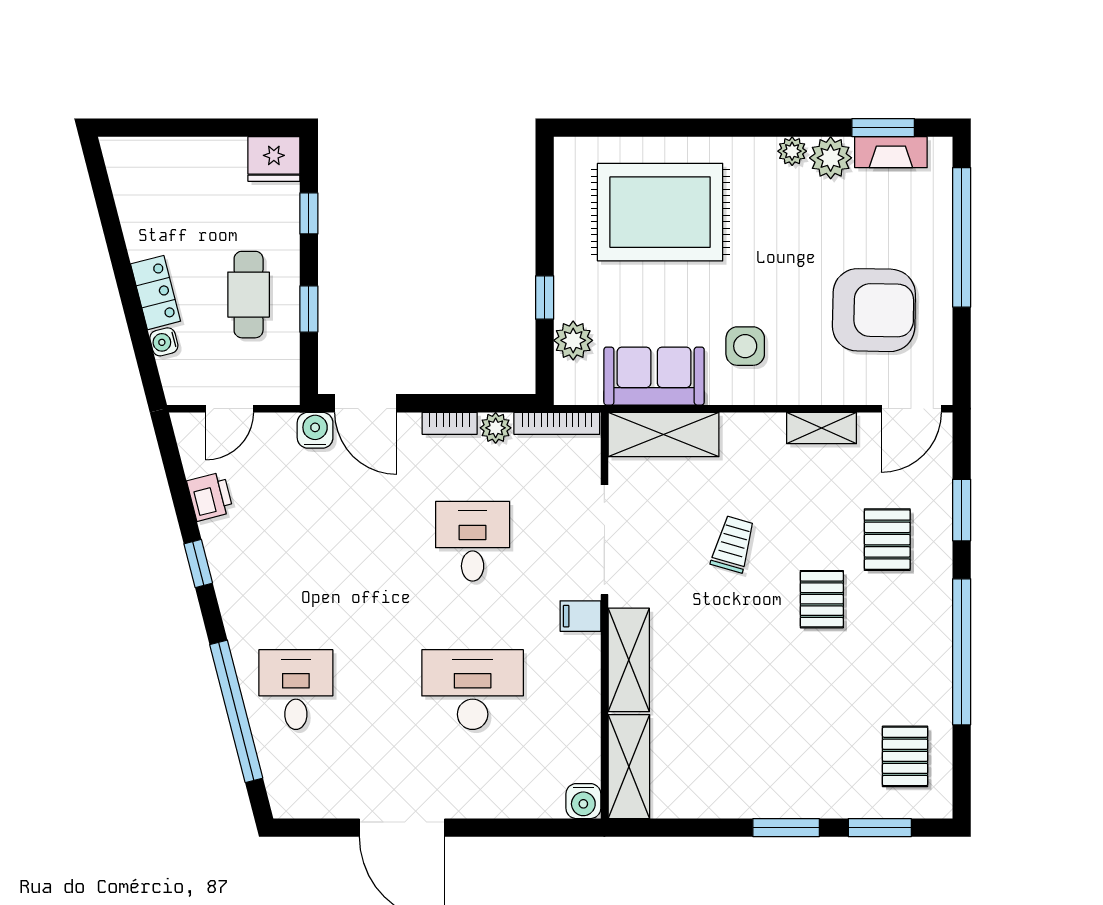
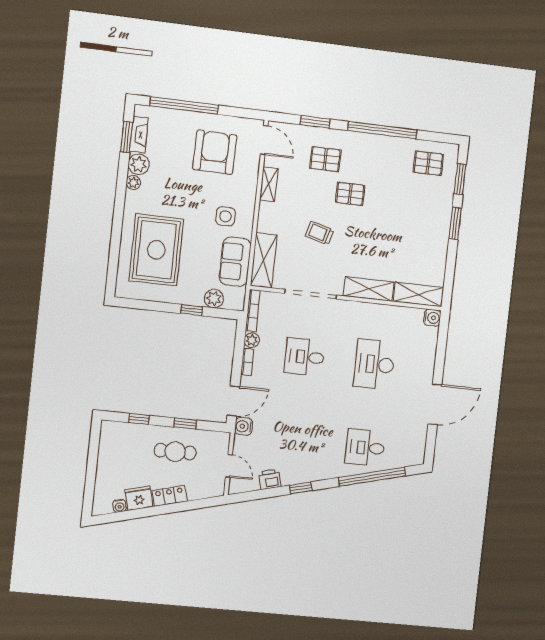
fridge: (274, 159) -> (139, 498), moved, turned -104
water cooler: (164, 342) -> (119, 506), moved
filing cabinet: (580, 616) -> (345, 310), removed

